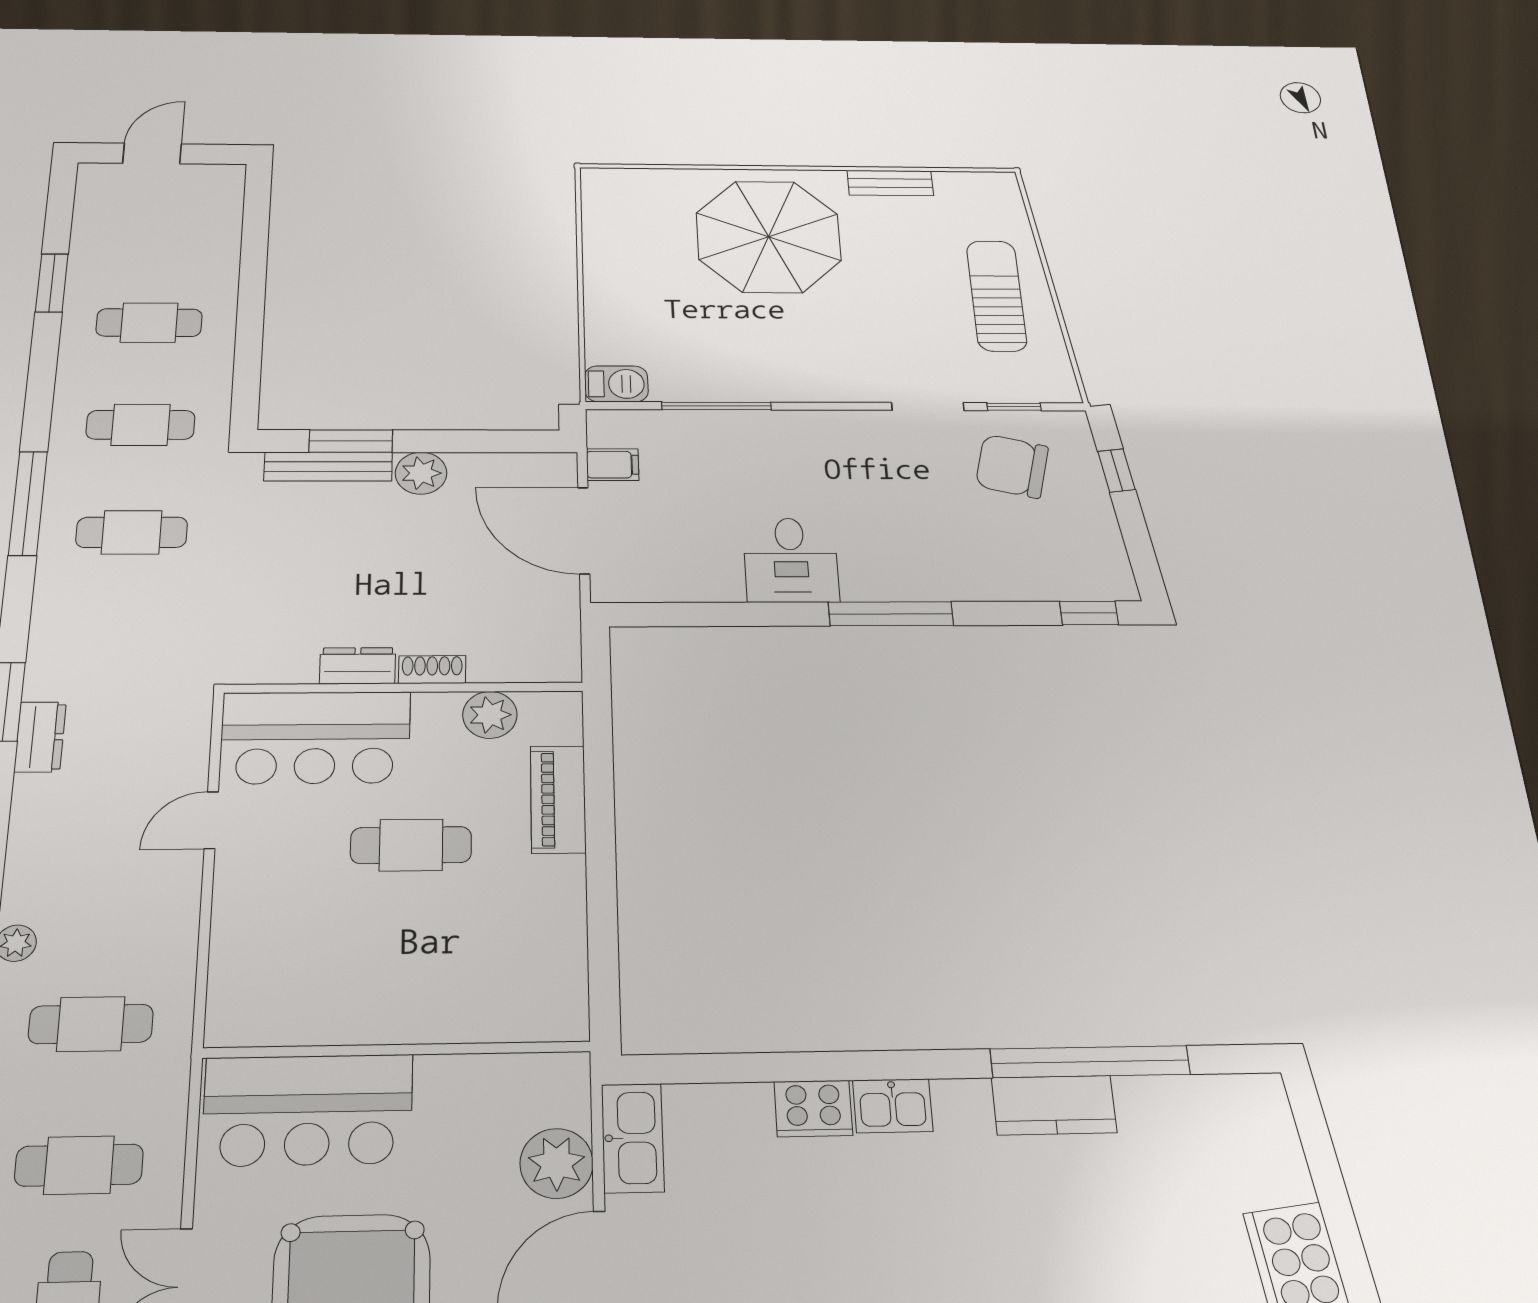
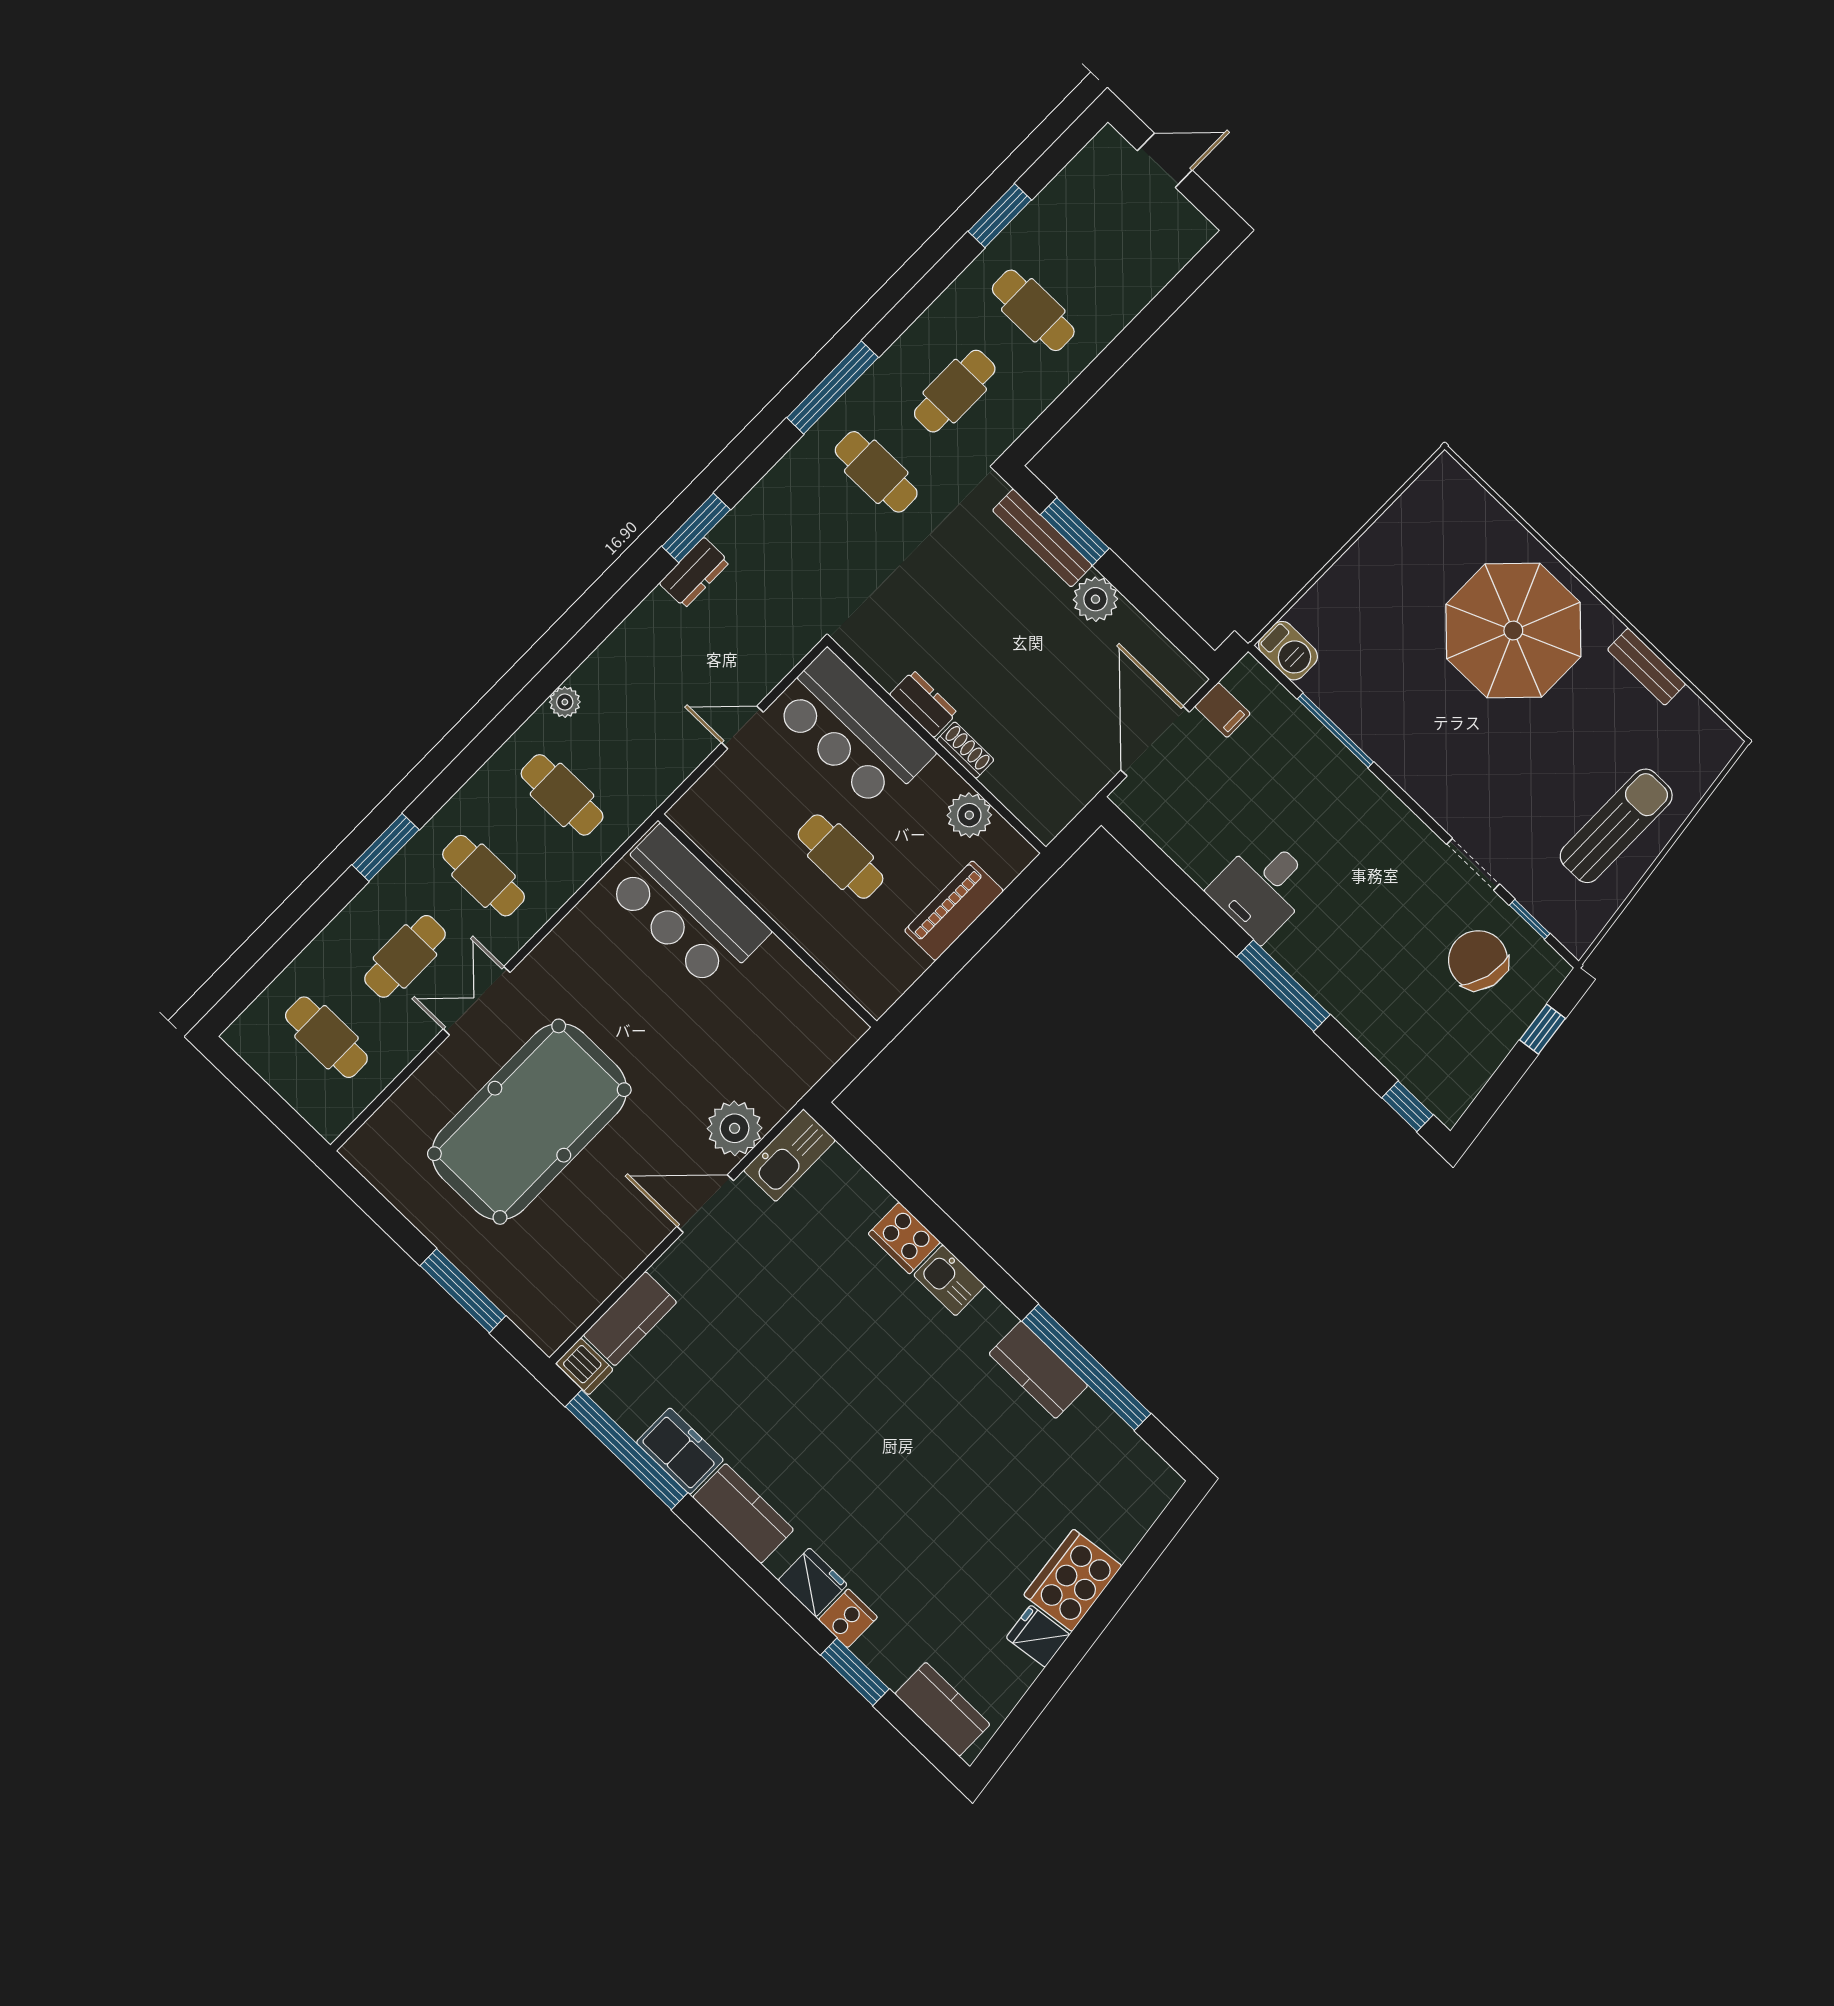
cafe table: (141, 425) -> (955, 391), turned 90
wall: (398, 1050) -> (767, 921), moved
bar counter: (308, 1110) -> (686, 908), moved

